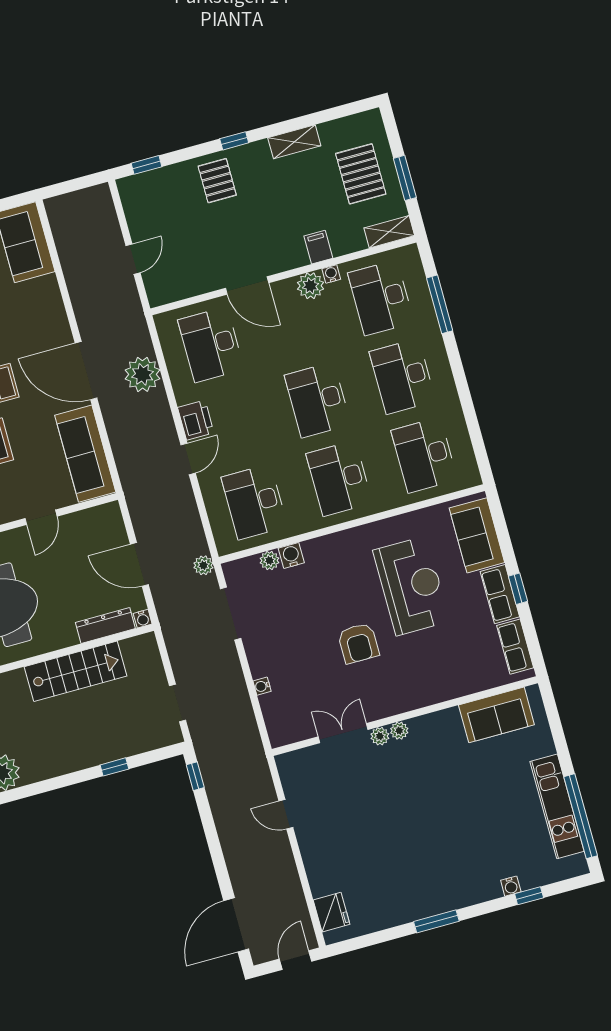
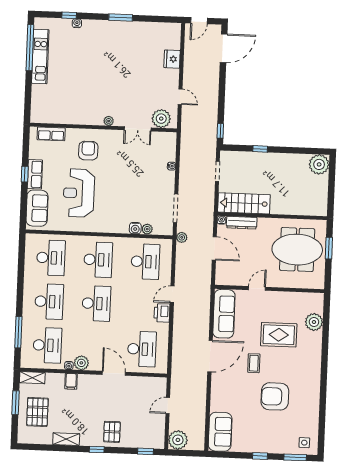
door: (86, 371) -> (210, 356), hinge flipped
plant: (143, 374) -> (178, 440), moved
armchair: (358, 643) -> (88, 151), moved
row of seats: (515, 647) -> (51, 134), moved, turned 90
stairs: (75, 671) -> (244, 203), moved
sofa: (496, 715) -> (56, 113), removed
plant: (380, 736) -> (161, 119), moved, width x1.87, depth x1.87
fridge: (332, 912) -> (172, 59), moved

